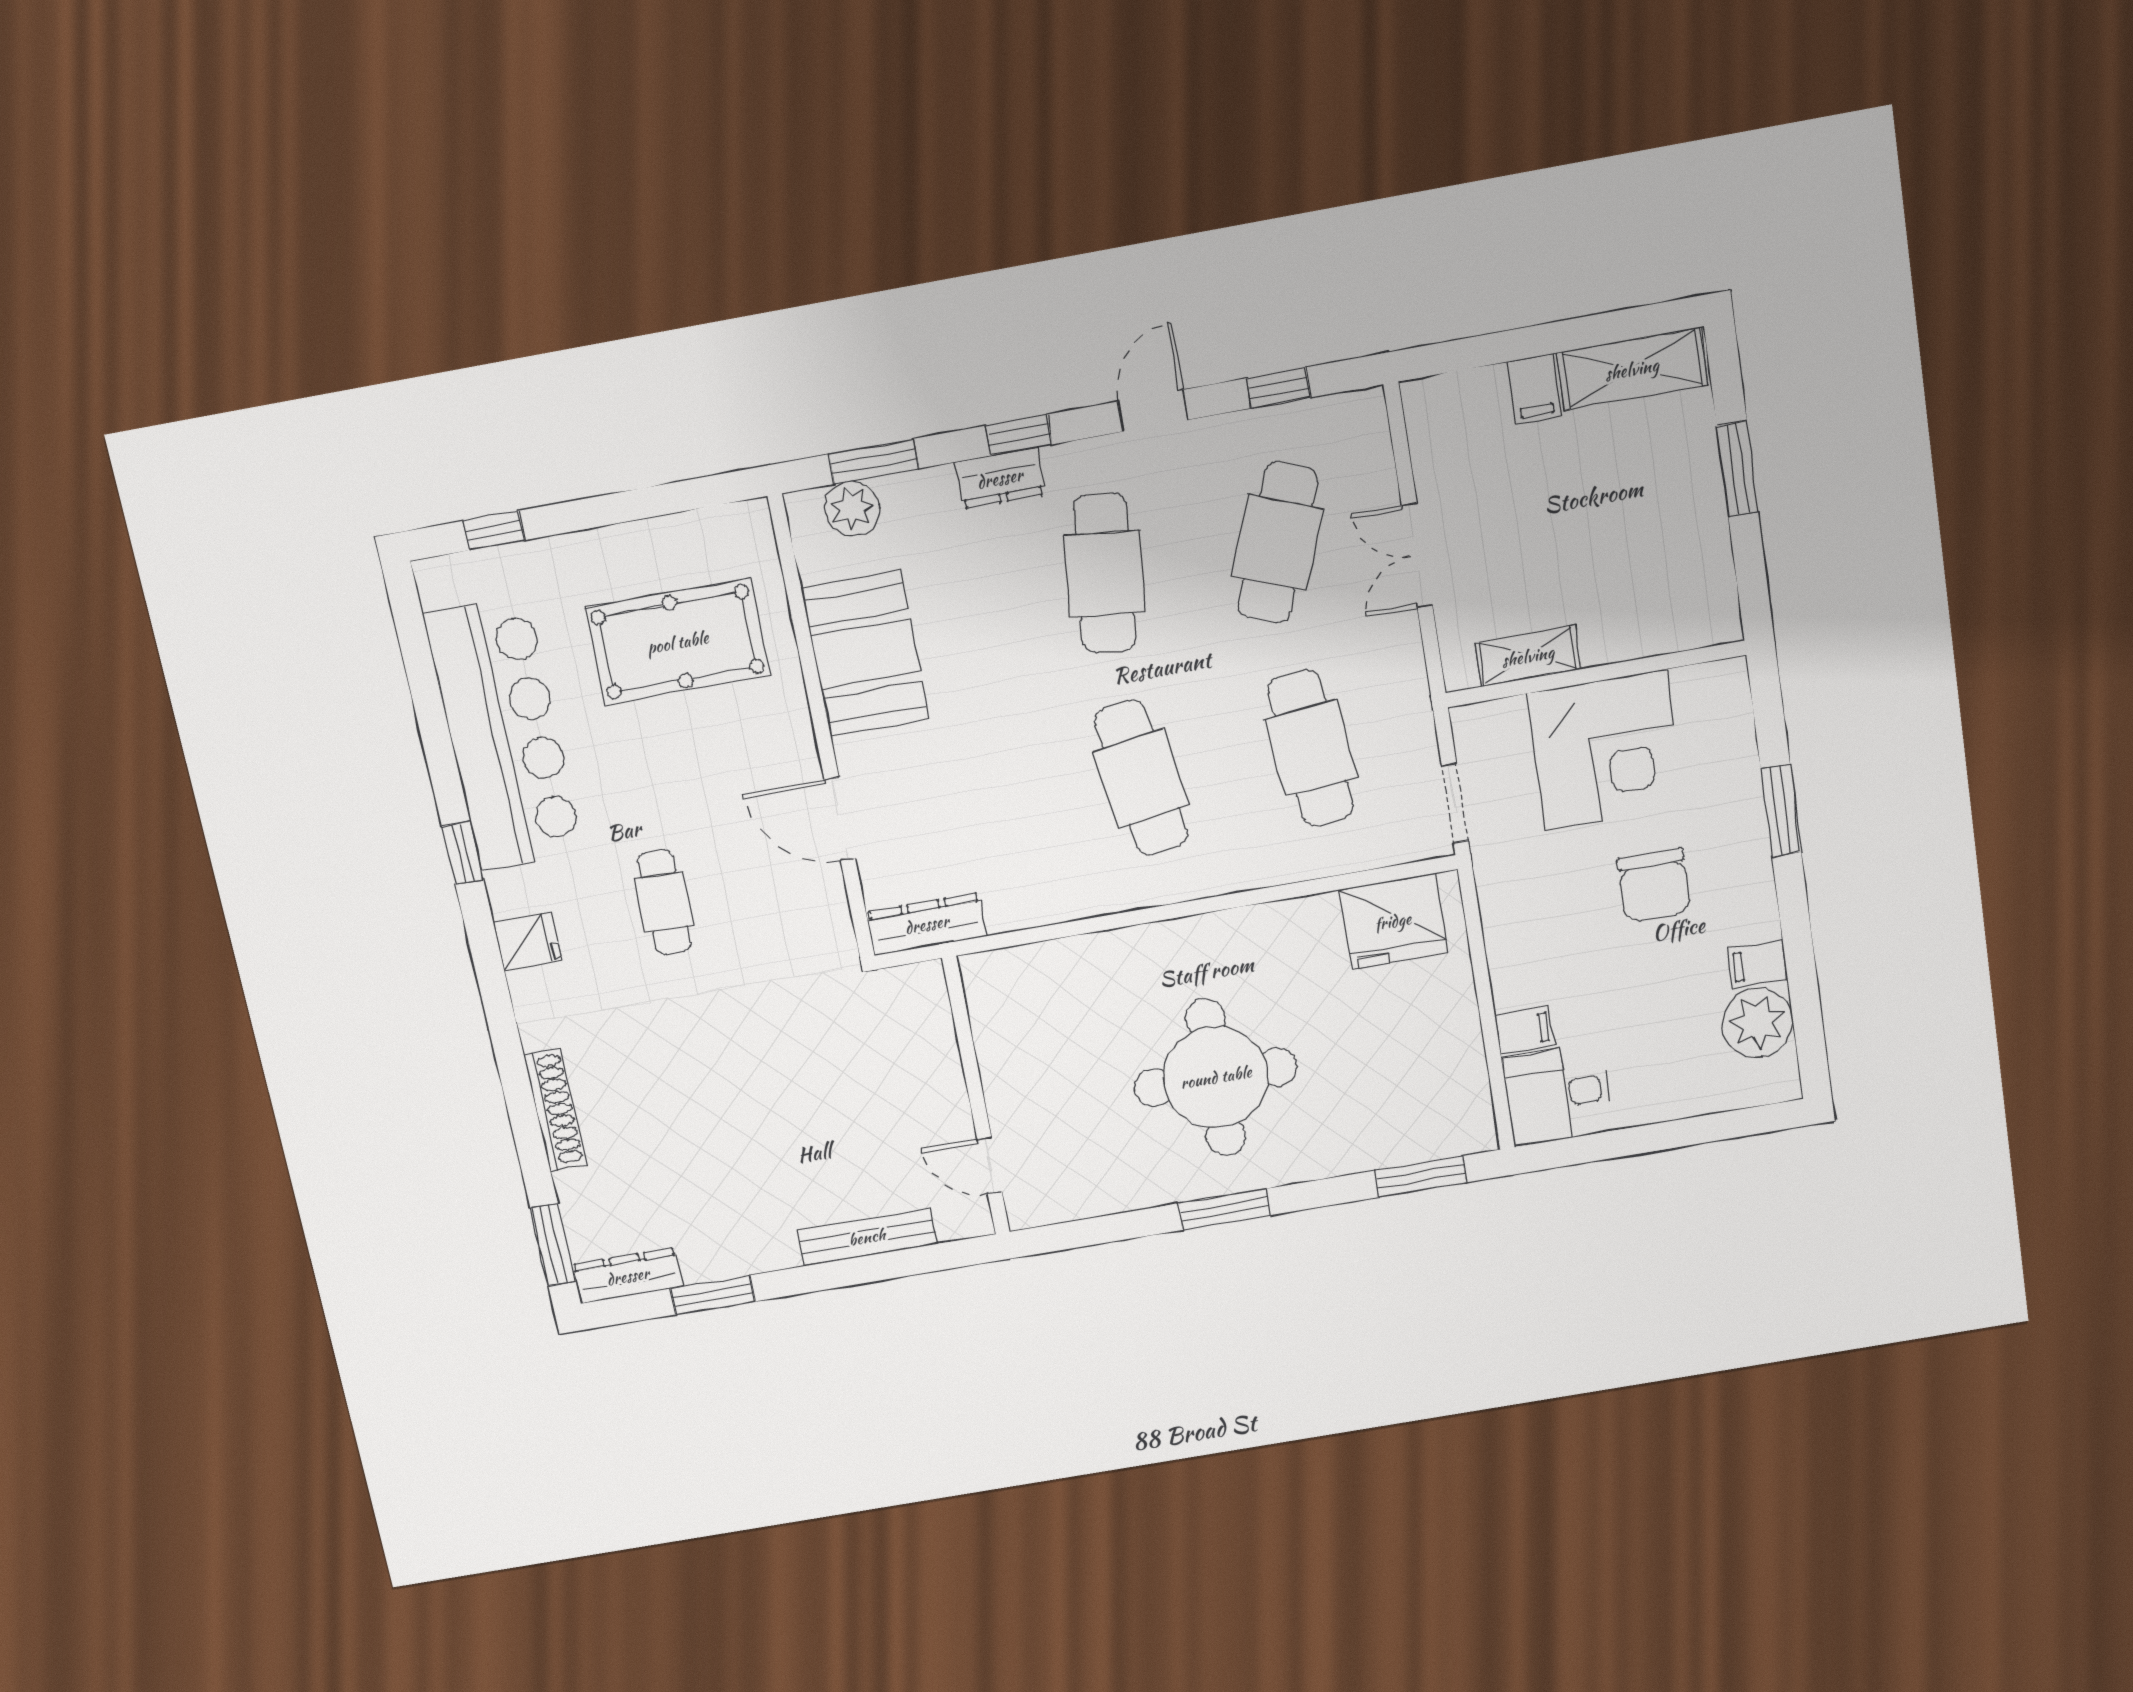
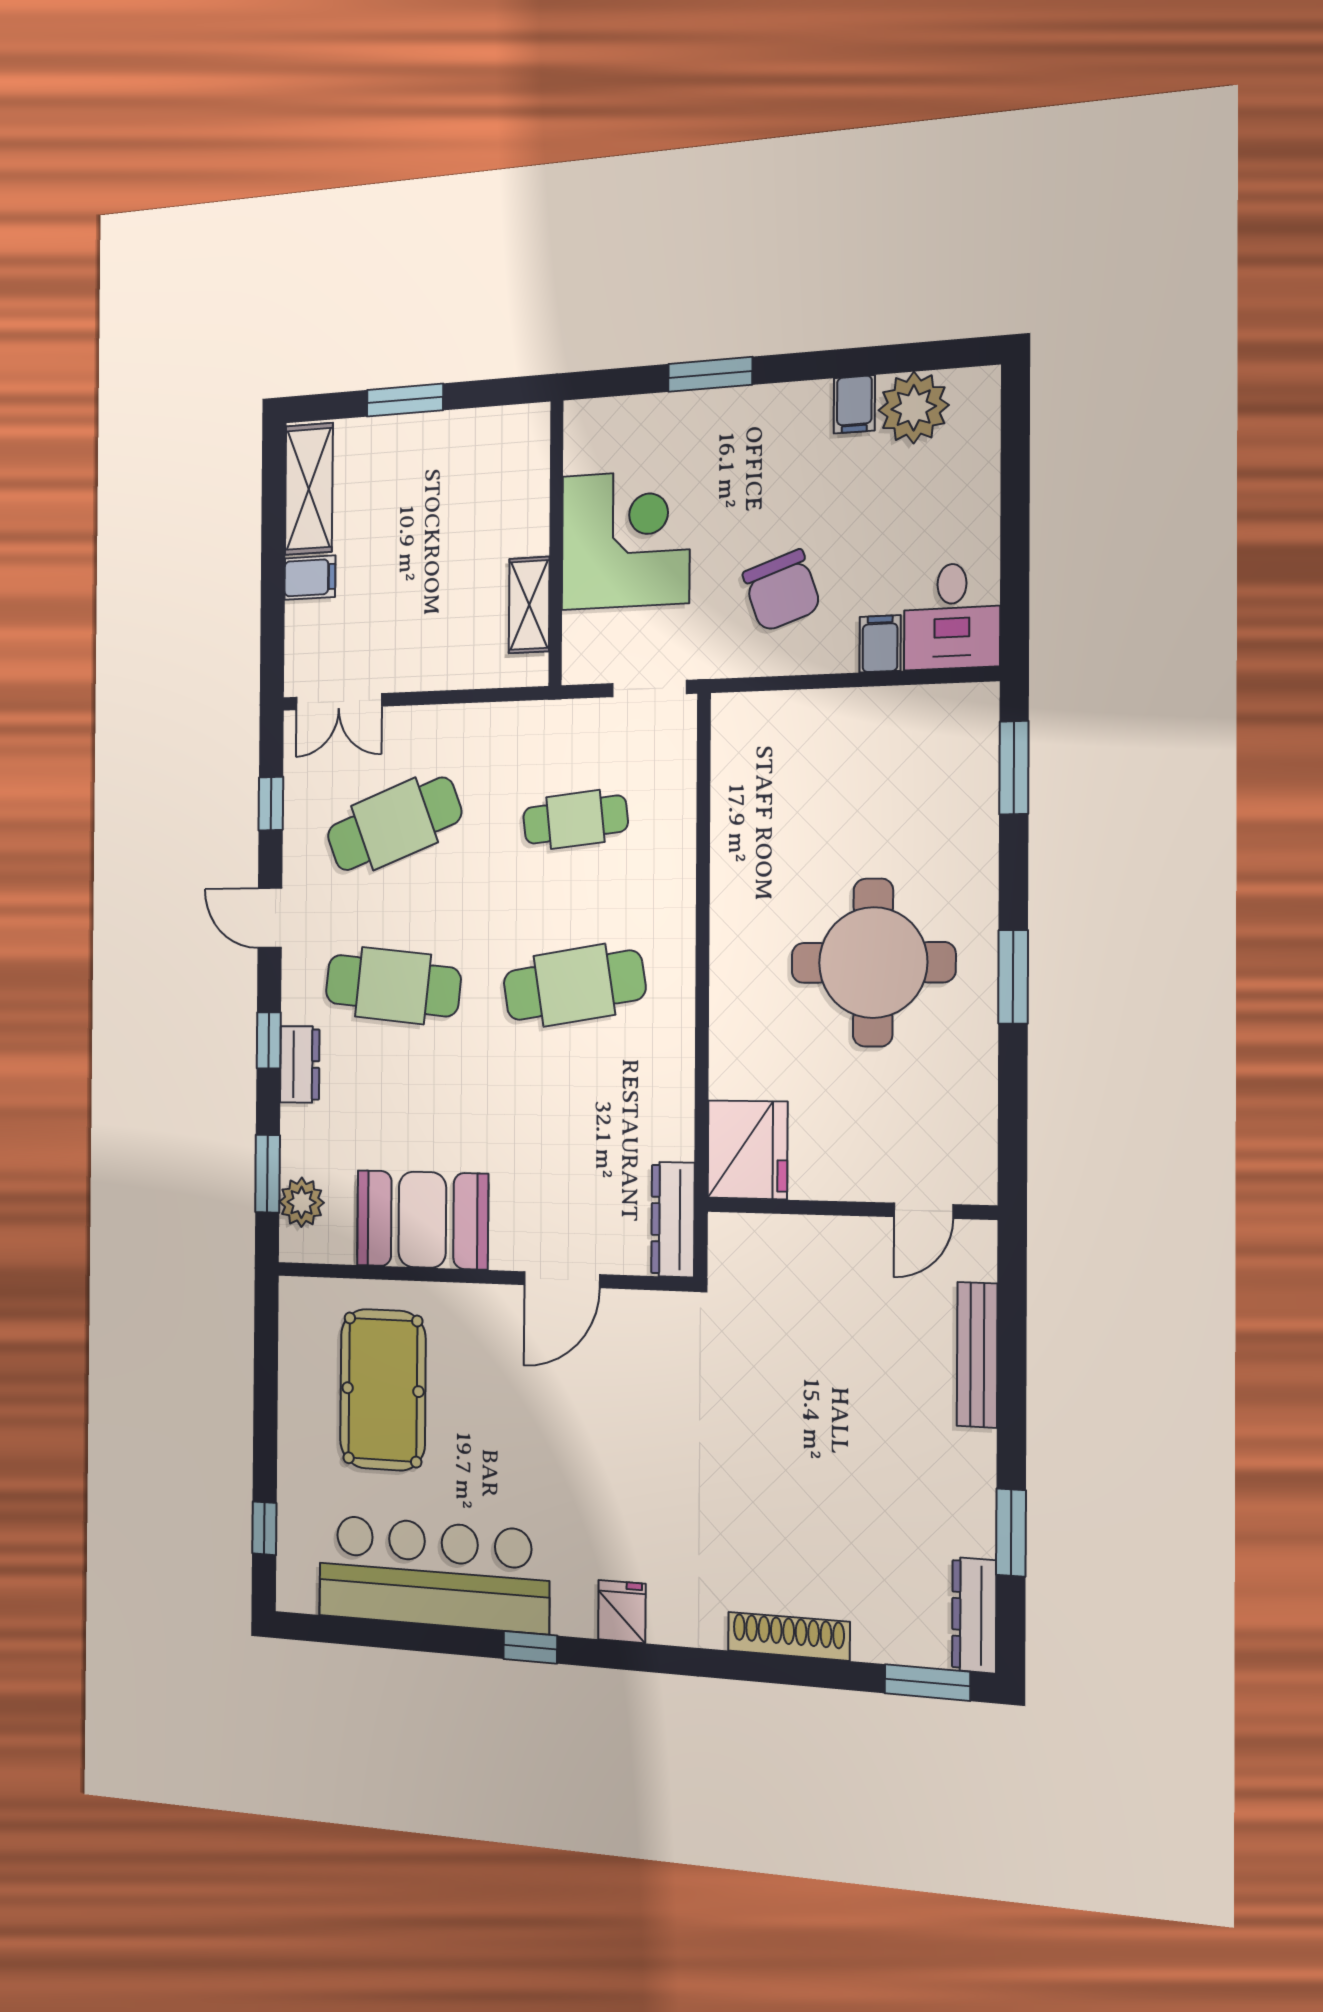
cafe table: (1277, 543) -> (394, 824), turned -42
double door: (1417, 555) -> (339, 702), moved
cafe table: (1311, 748) -> (575, 820), width x0.73, depth x0.74
chair: (1654, 885) -> (782, 591), moved, turned 71
cafe table: (664, 902) -> (608, 1468), removed
fridge: (1393, 921) -> (747, 1150), moved

